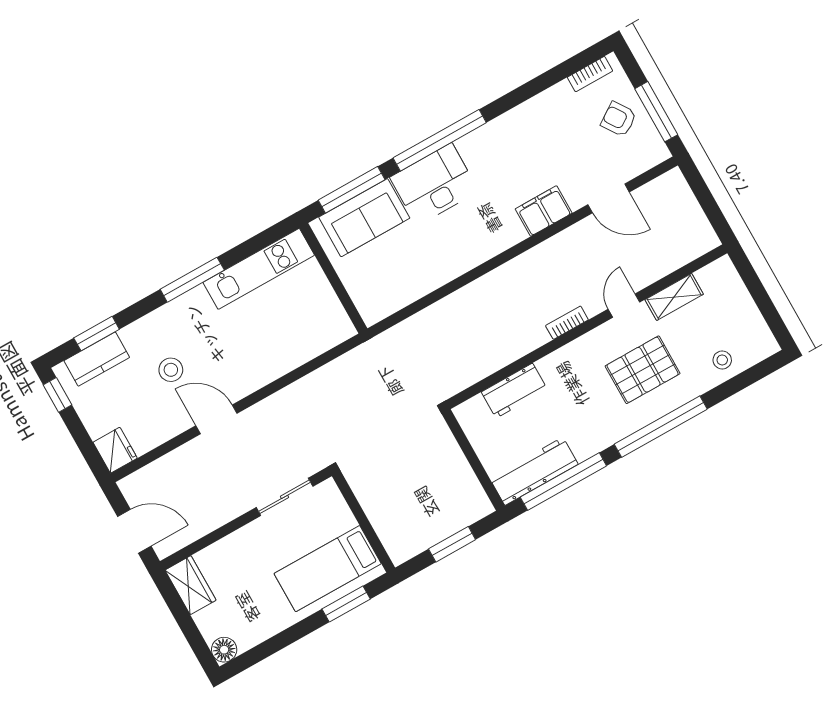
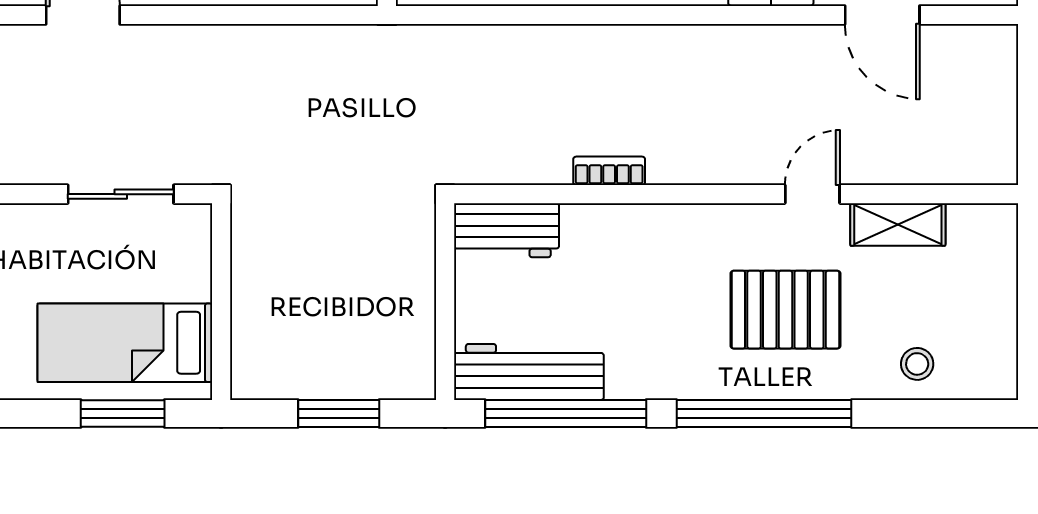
bookcase: (567, 323) -> (609, 171), moved
workbench: (514, 391) -> (506, 230), moved

